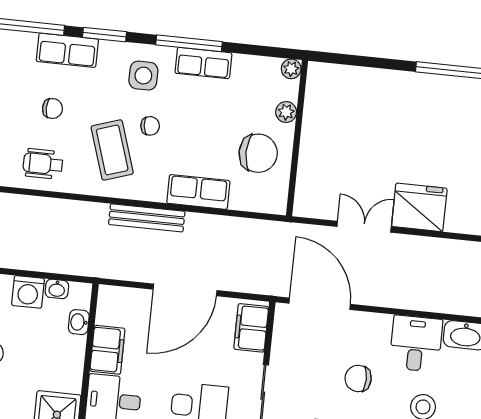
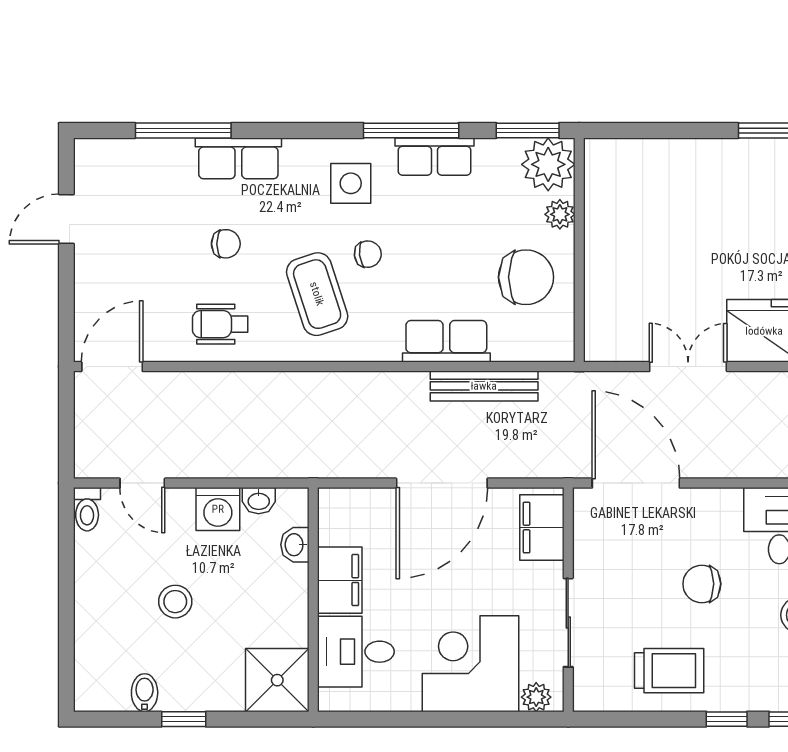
window: (105, 35) -> (528, 131), moved
plant: (291, 69) -> (548, 164), width x1.88, depth x1.88
bench: (147, 218) -> (484, 386), moved

